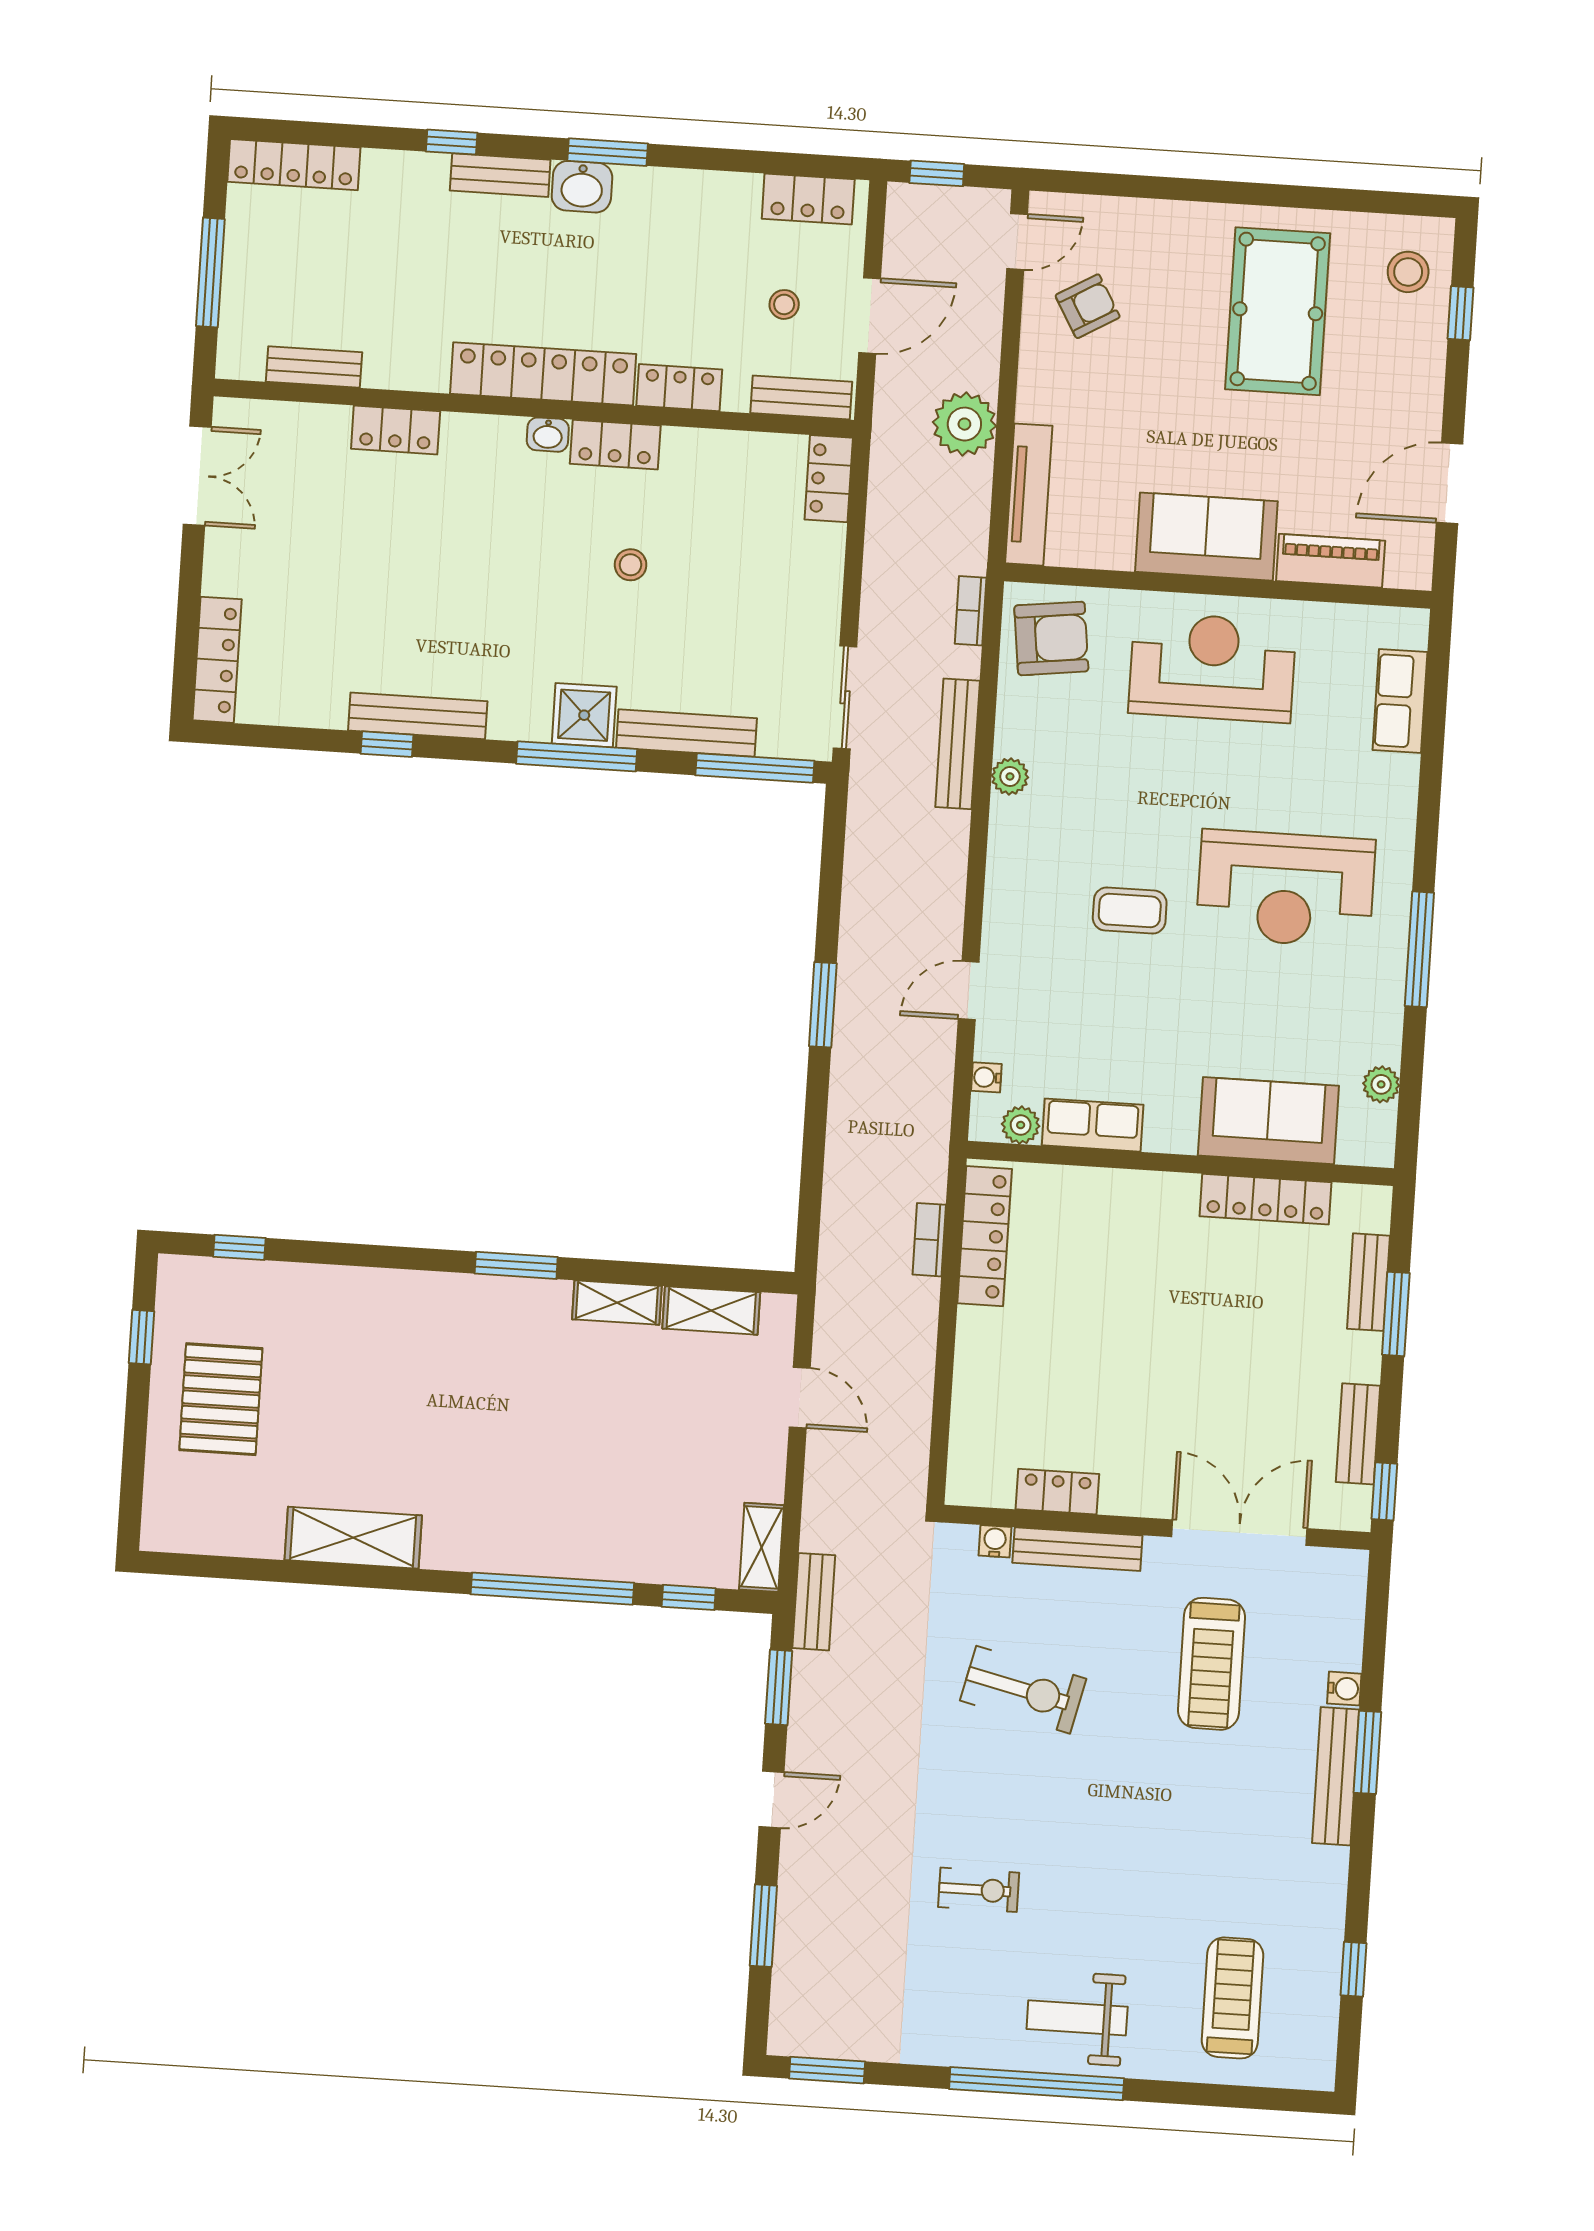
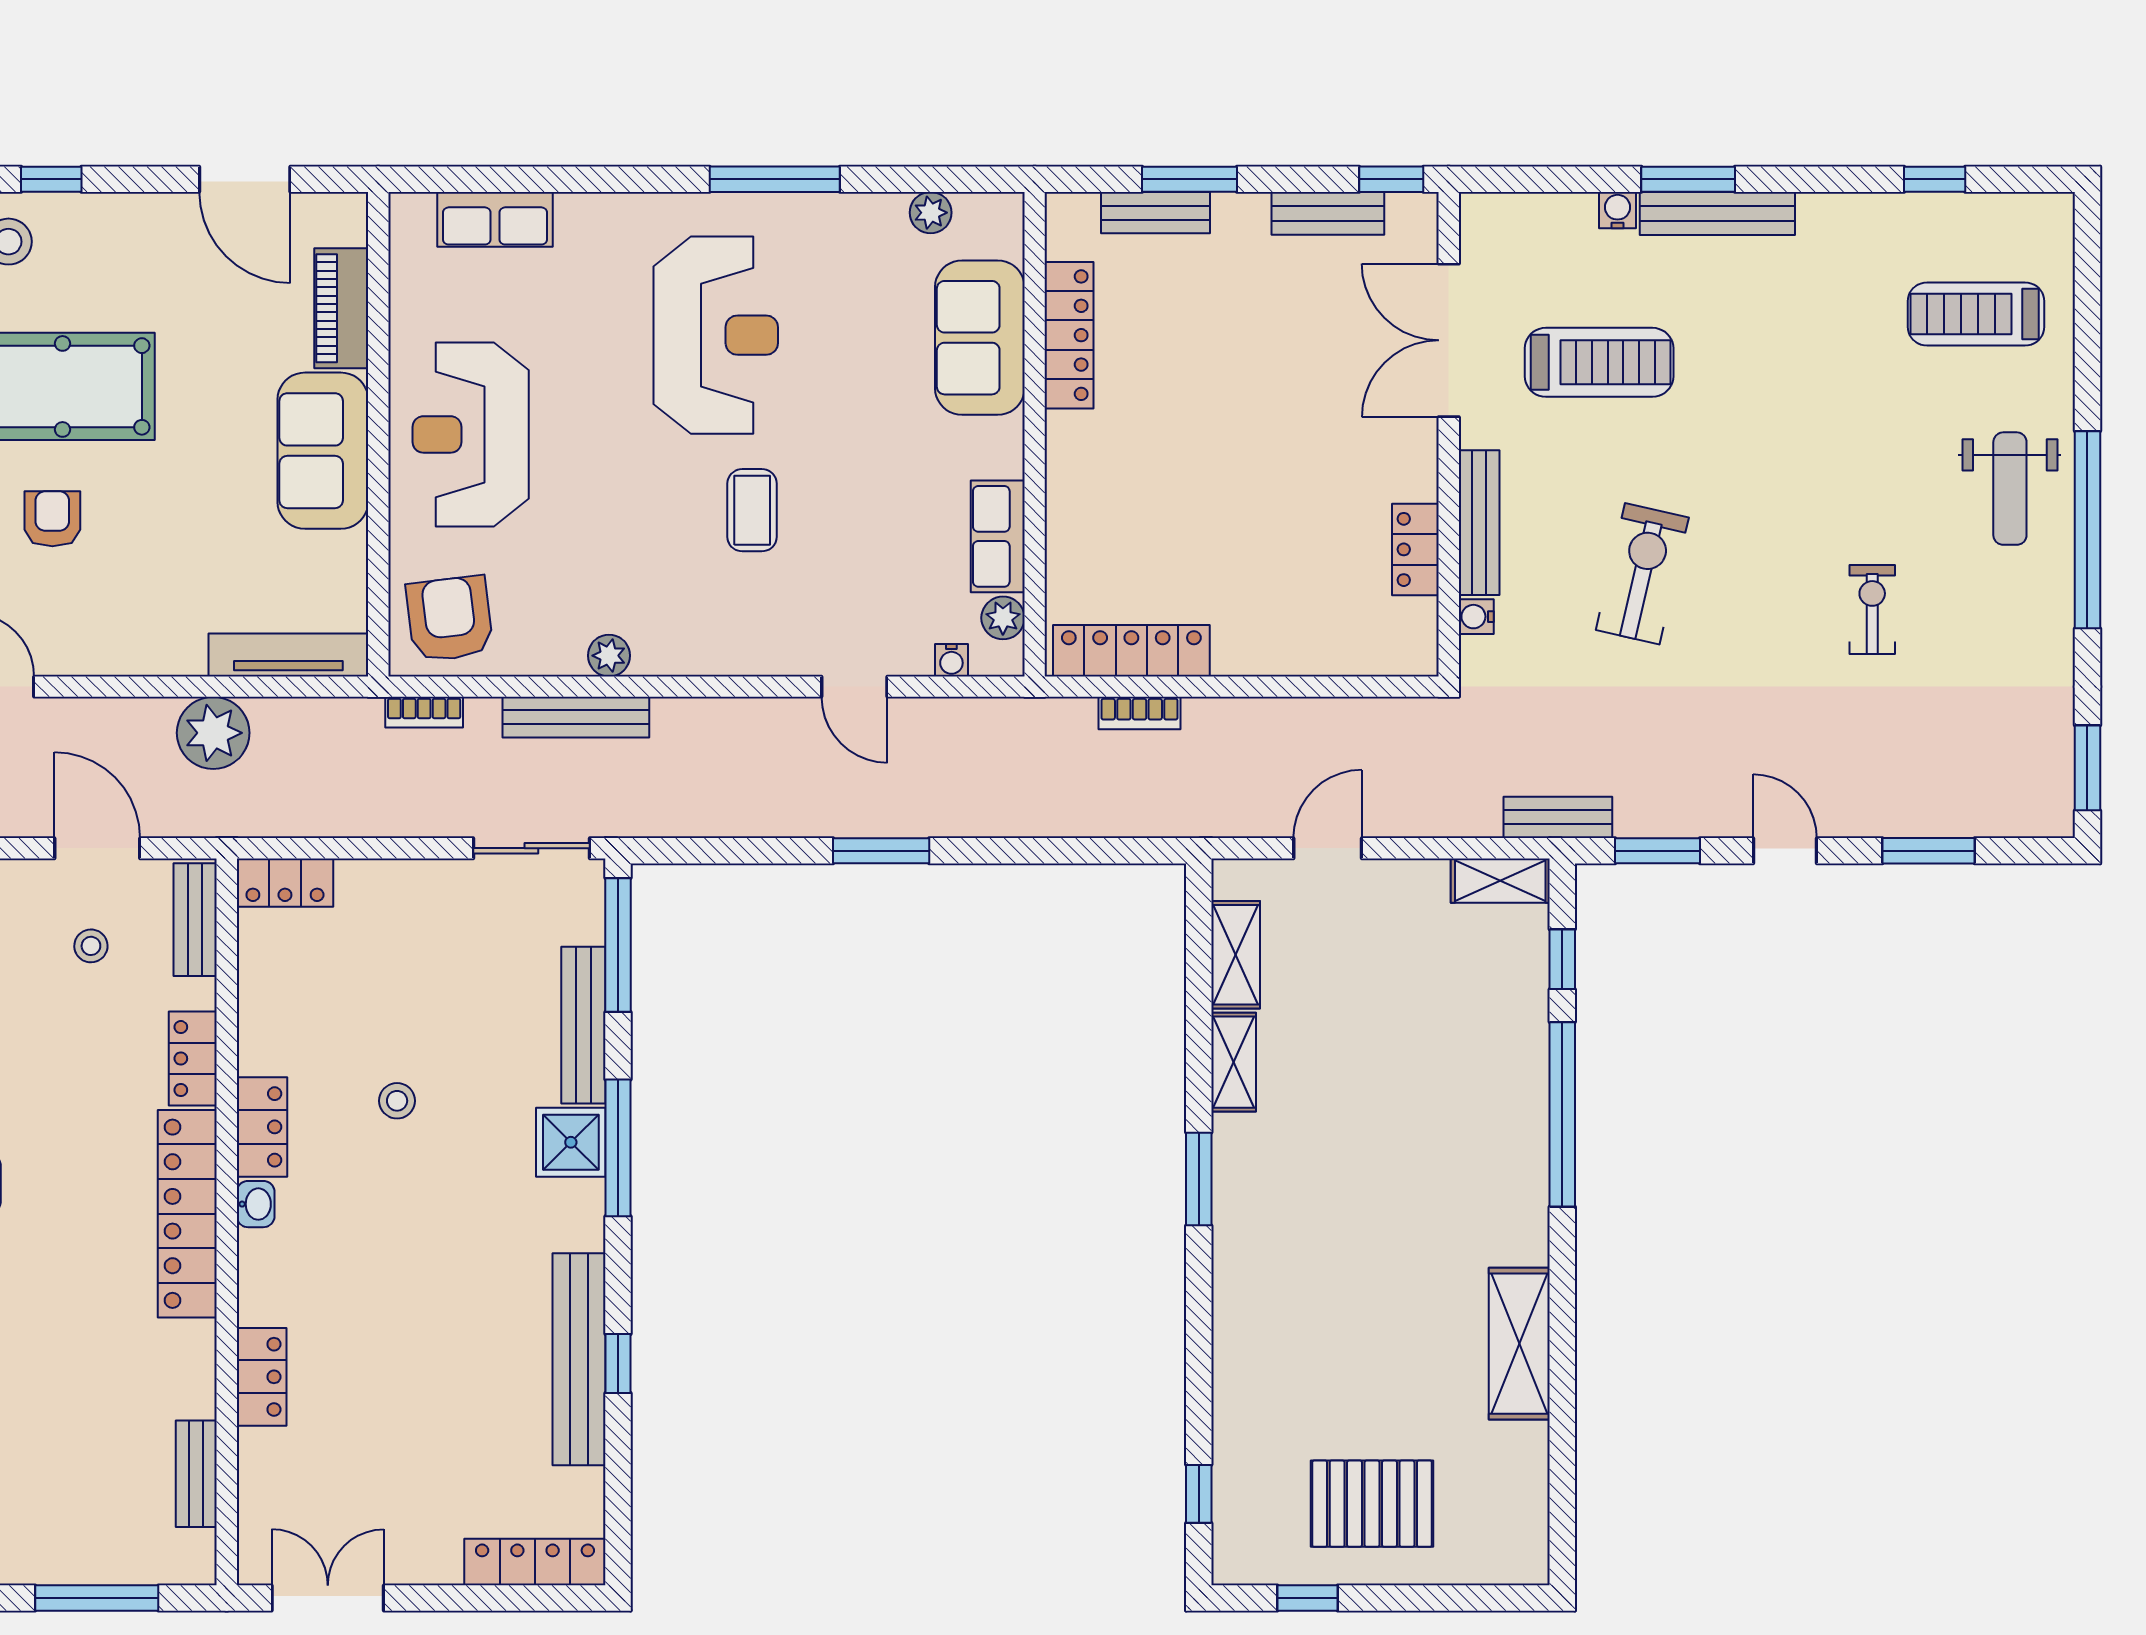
armchair: (1088, 306) -> (52, 519), moved, turned 30
bench: (418, 716) -> (579, 1359), width x1.37, depth x1.21

